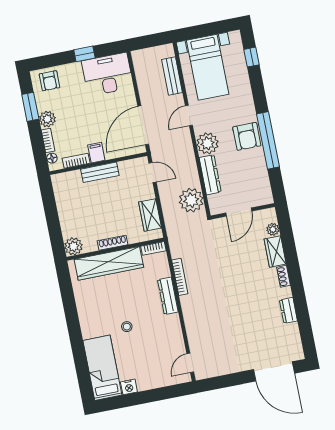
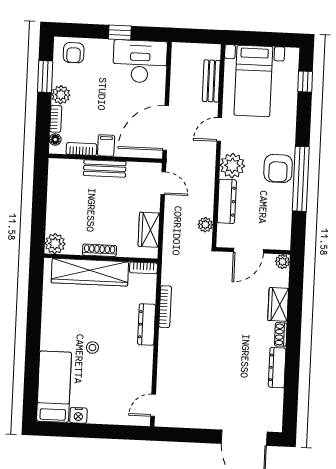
plant: (191, 200) -> (205, 225), width x0.53, depth x0.53
plant: (273, 229) -> (283, 262), moved
dresser: (288, 310) -> (277, 368), width x1.44

